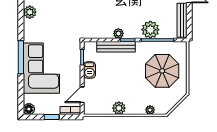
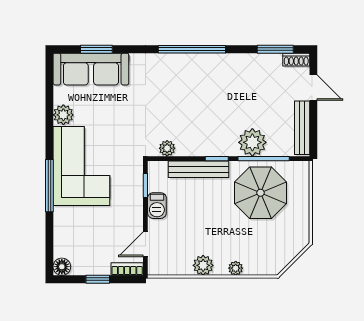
plant: (118, 33) -> (167, 148), moved
corner sofa: (41, 68) -> (81, 166), moved
parasol: (162, 71) -> (260, 193), moved
plant: (150, 110) -> (236, 268), moved

